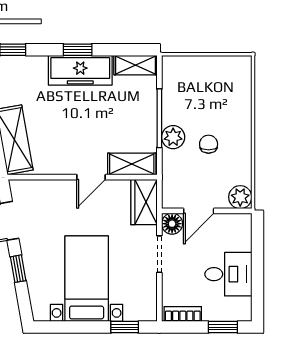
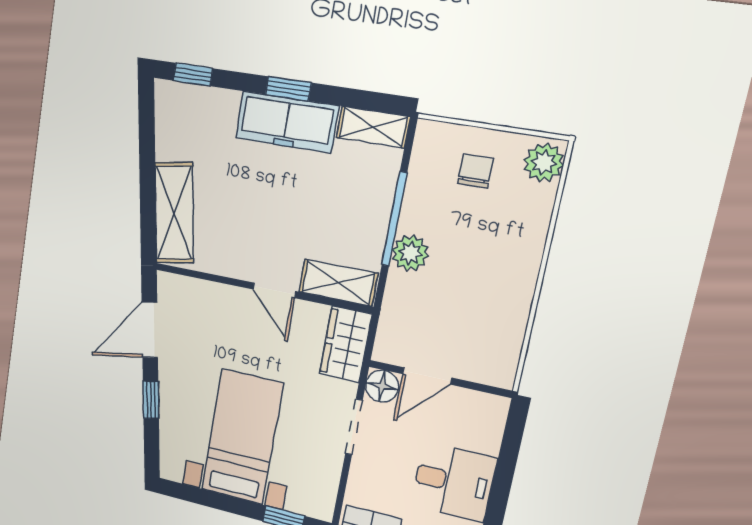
chair: (209, 144) -> (475, 171), moved
door: (91, 177) -> (274, 290), hinge flipped
plant: (240, 197) -> (544, 163), moved

